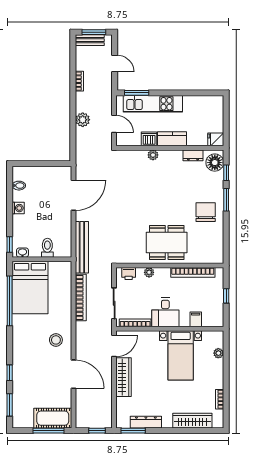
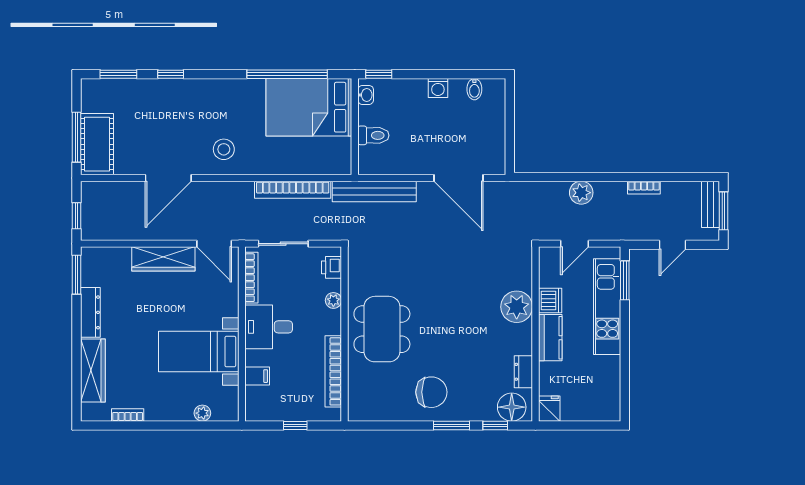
plant: (153, 155) -> (517, 307), width x1.88, depth x1.88
dresser: (146, 422) -> (90, 312), moved

